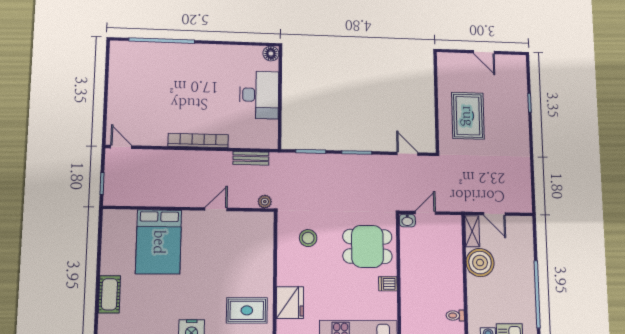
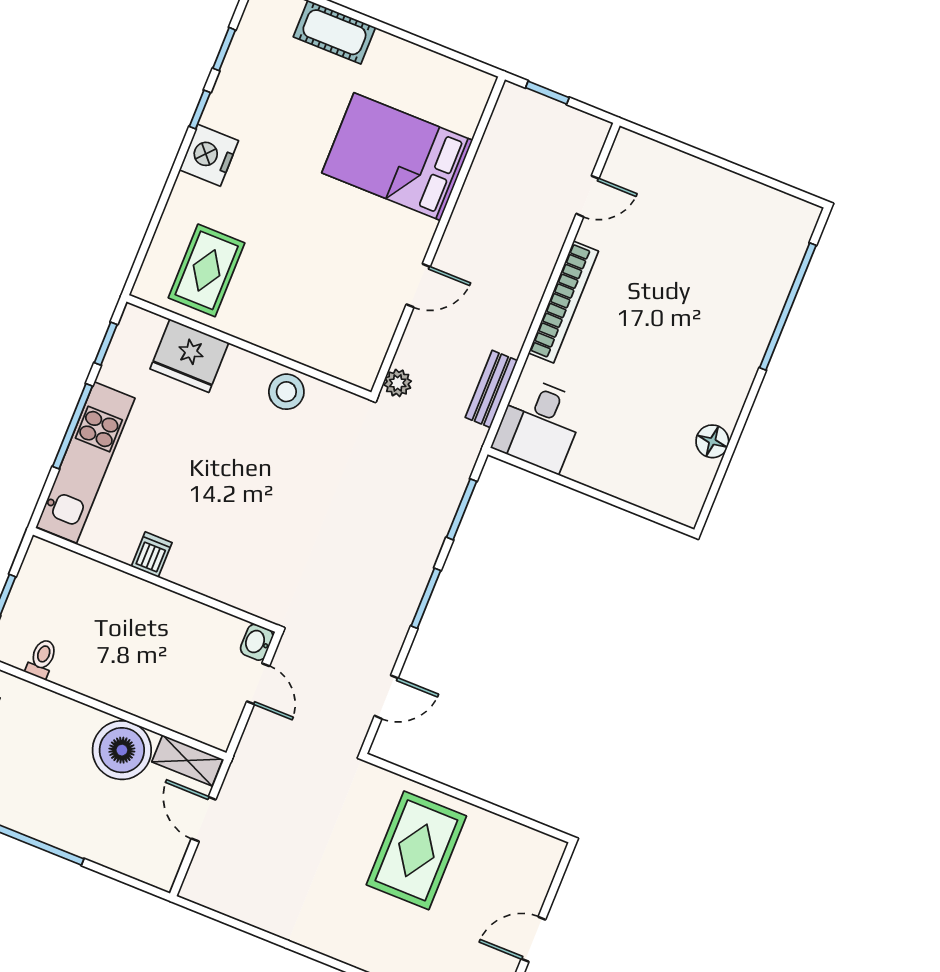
floor lamp: (271, 54) -> (712, 441), moved
desk: (259, 95) -> (539, 424), moved, width x0.73
rug: (468, 116) -> (416, 850), turned 90
door: (121, 147) -> (588, 196), moved
door: (216, 209) -> (418, 286), hinge flipped
door: (494, 214) -> (204, 819), hinge flipped
stool: (308, 238) -> (286, 392), moved
dining table: (367, 246) -> (237, 544), removed

